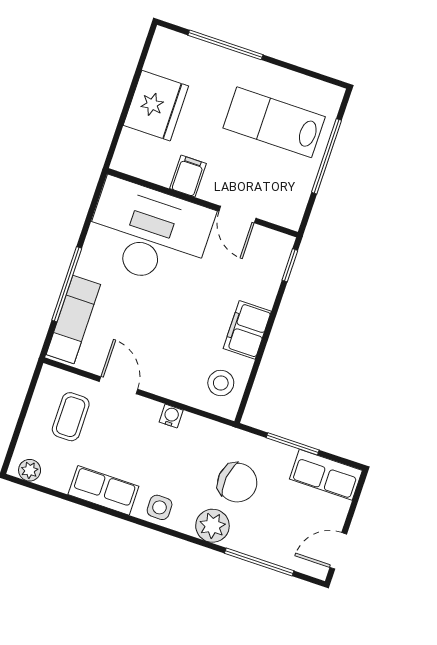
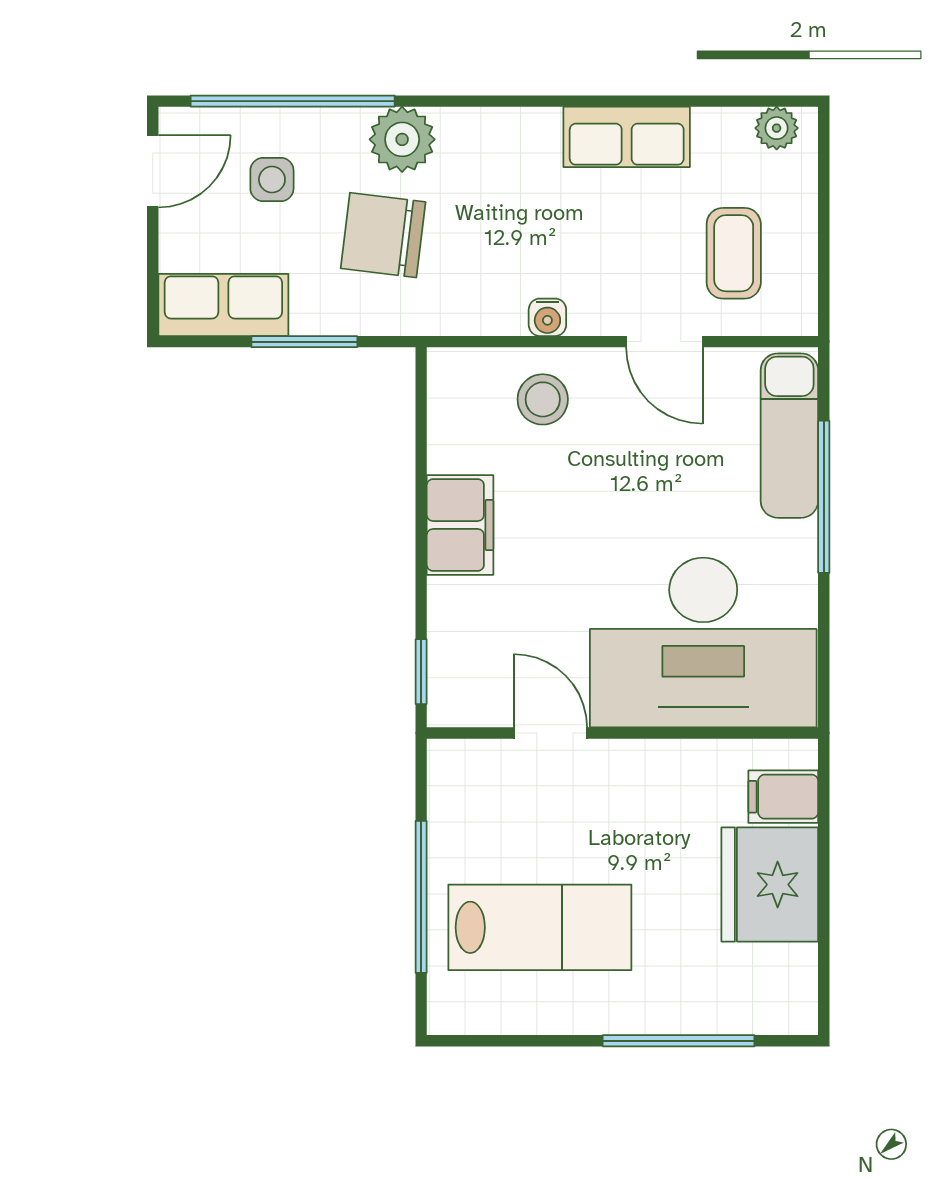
filing cabinet: (188, 176) -> (783, 797), moved, turned 90
stool: (221, 383) -> (543, 399), moved
side table: (160, 507) -> (272, 179), moved
window: (259, 562) -> (293, 101), width x1.46

